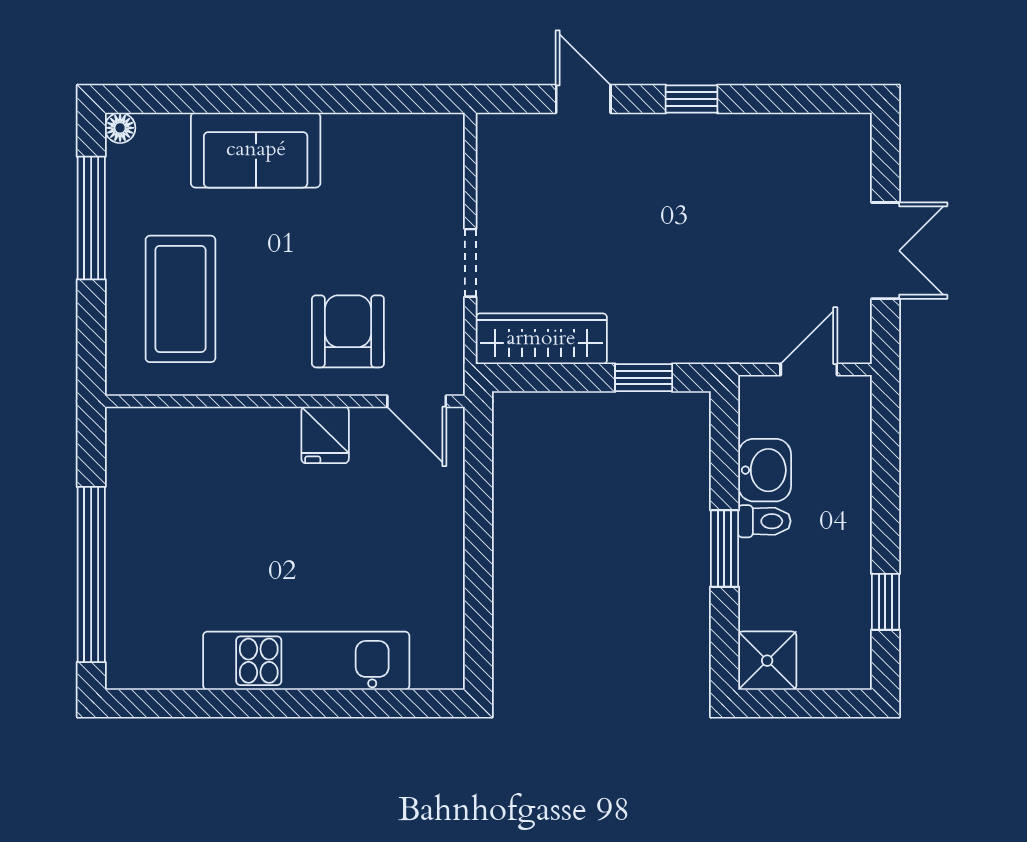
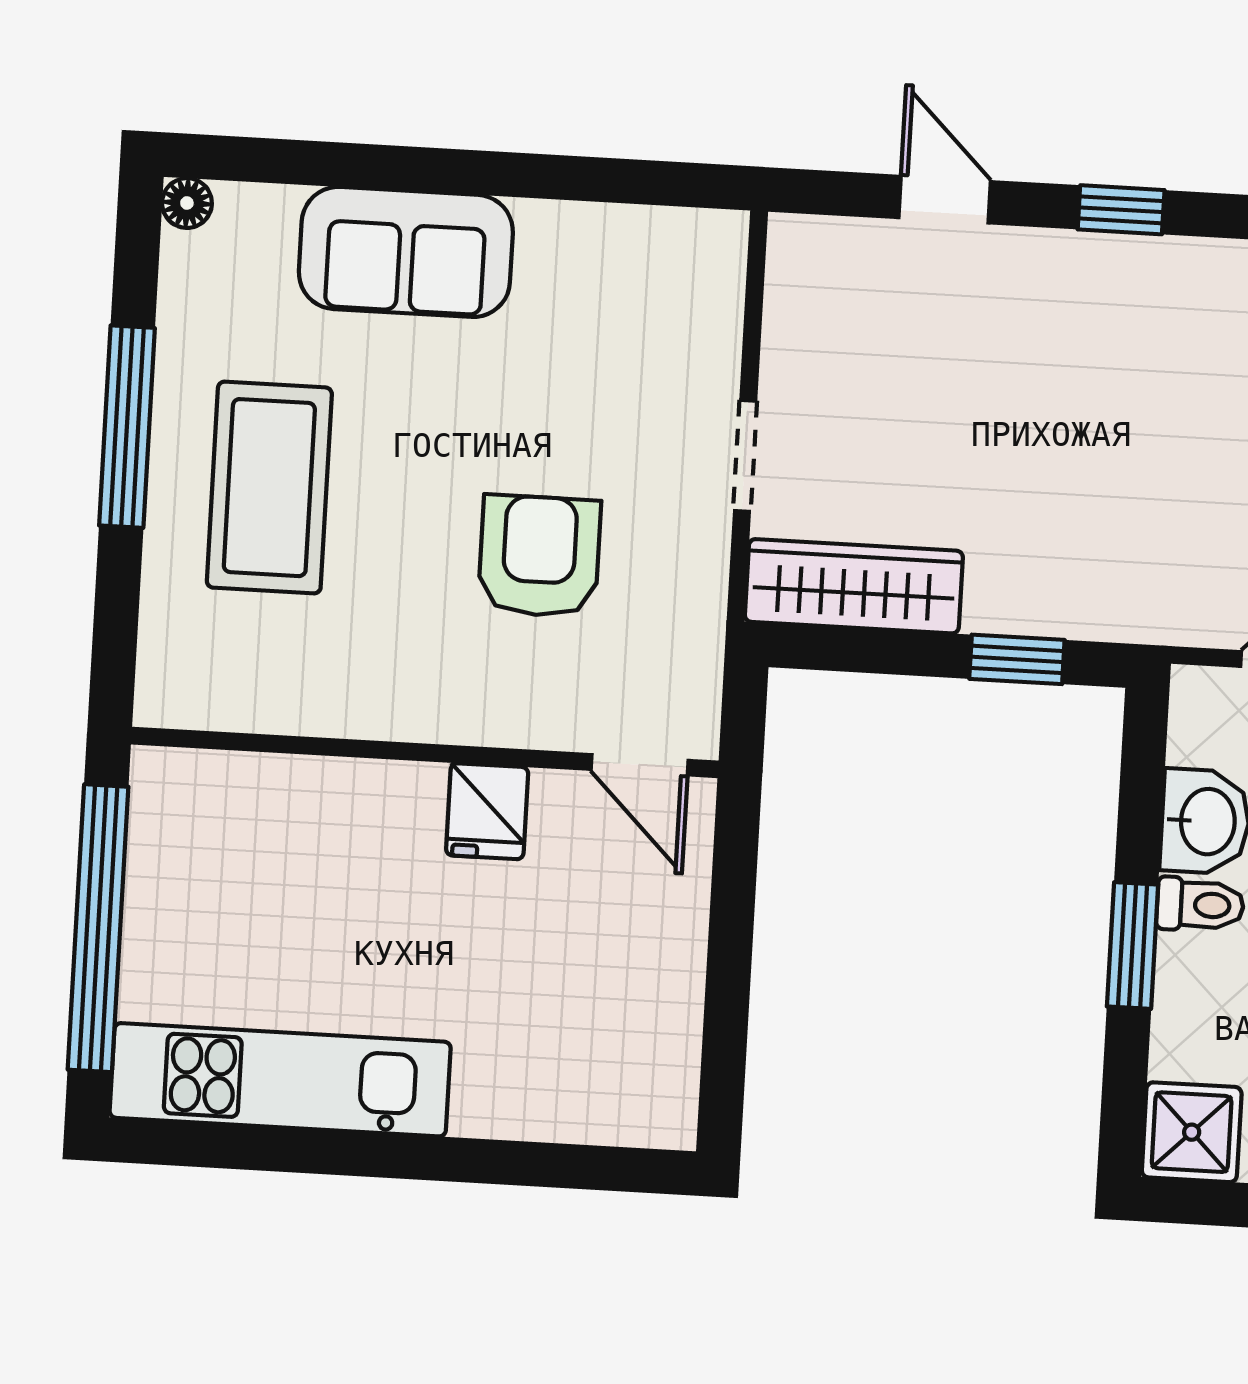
window: (91, 218) -> (127, 427), moved
wall: (285, 401) -> (425, 752), moved
door: (417, 401) -> (640, 765), moved
fridge: (325, 435) -> (487, 811), moved
kitchen unit: (306, 661) -> (280, 1080), moved

